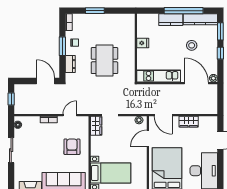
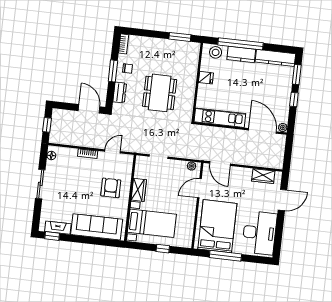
window: (95, 11) -> (180, 37), moved
window: (184, 11) -> (240, 44), moved
stool: (192, 45) -> (216, 52), moved
wardrobe: (189, 122) -> (263, 176), moved
wardrobe: (96, 126) -> (139, 190), moved

